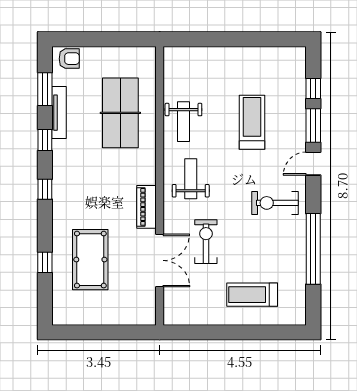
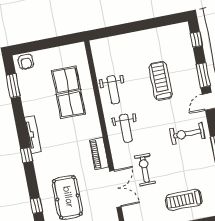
armchair: (69, 59) -> (26, 62), turned 90
window: (313, 89) -> (196, 40), moved
tv unit: (59, 113) -> (33, 134), moved
window: (45, 140) -> (20, 121), removed
weight bench: (191, 179) -> (126, 128), turned 180

